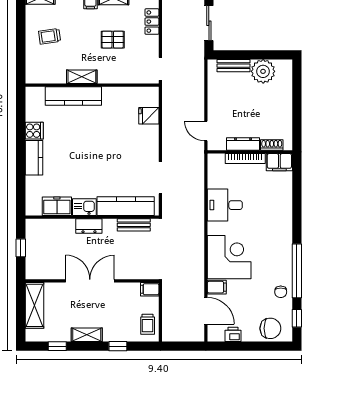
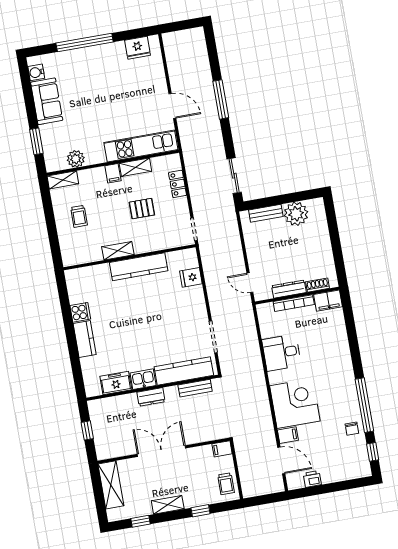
trolley: (50, 36) -> (79, 216), turned -82
kitchen counter: (73, 96) -> (139, 267), moved
chair: (270, 328) -> (348, 467), removed

